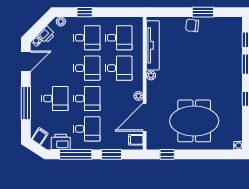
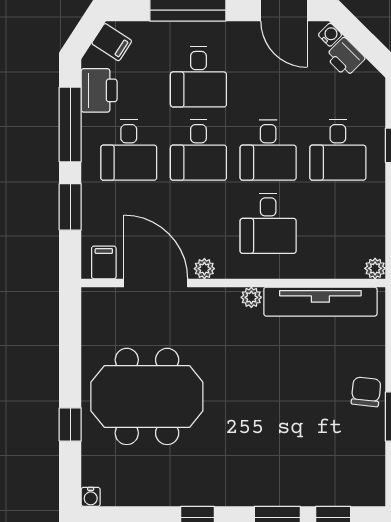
plant: (61, 22) -> (375, 268), moved
desk: (119, 38) -> (338, 223), removed
meeting table: (194, 121) -> (147, 396), turned 90
window: (167, 154) -> (70, 424), moved

